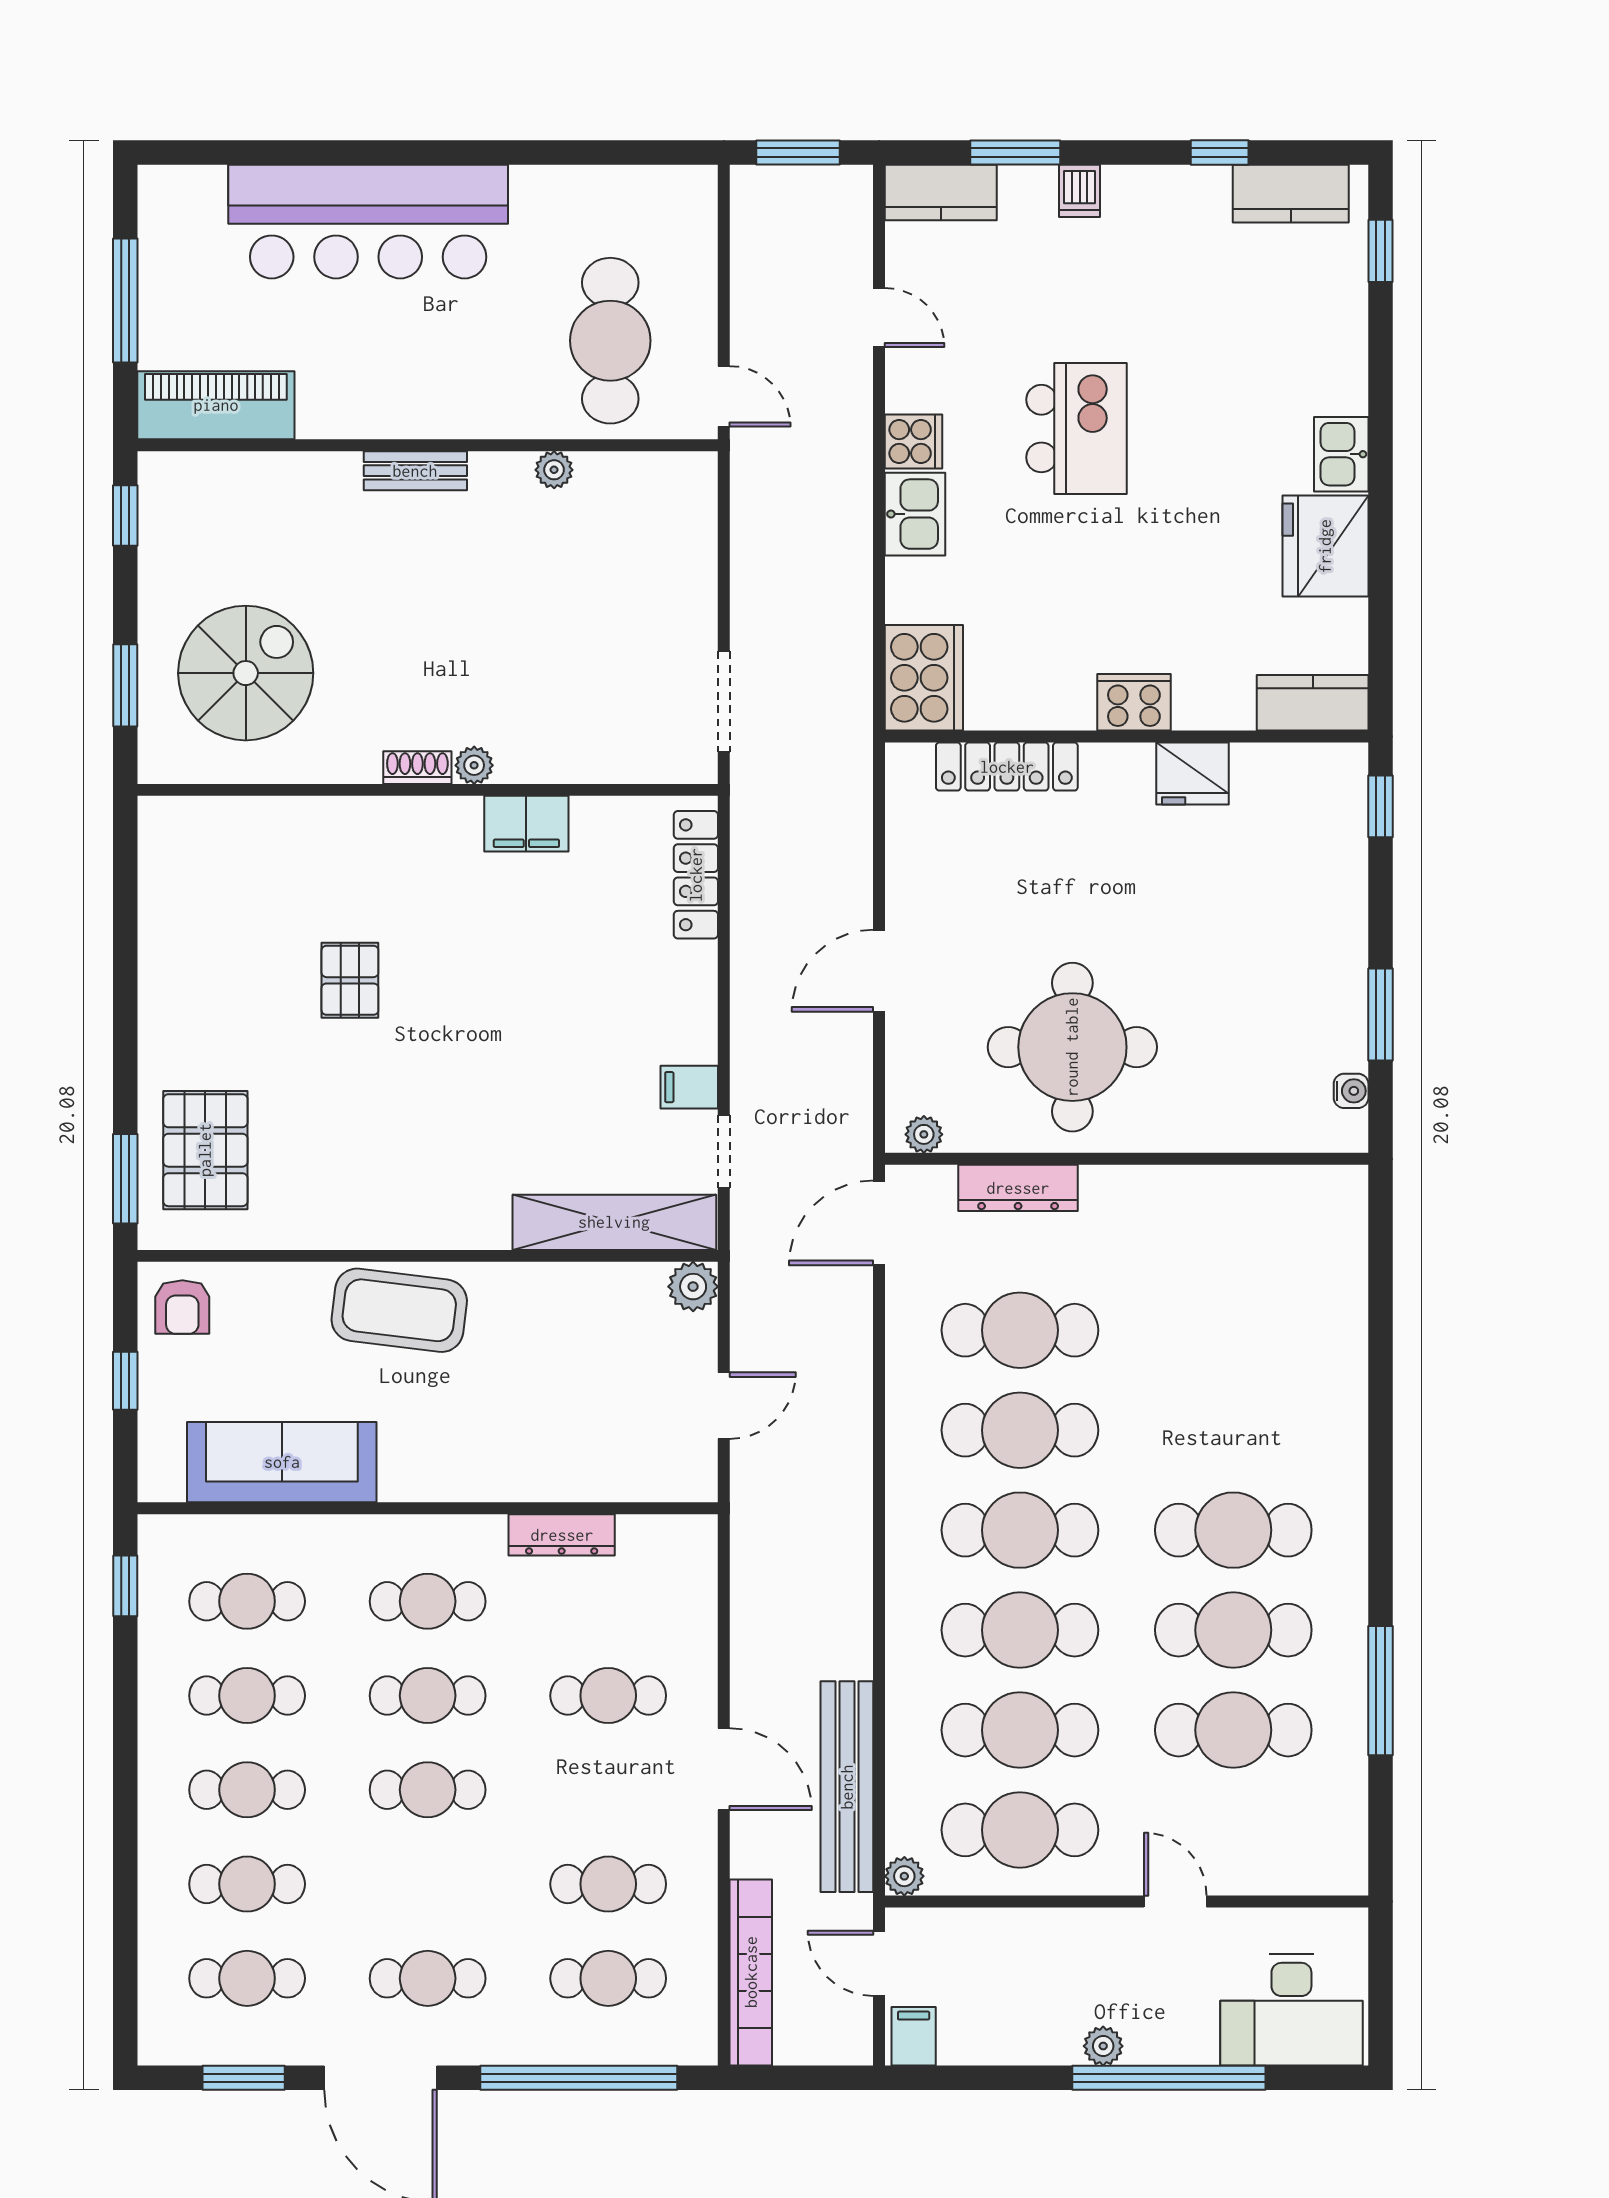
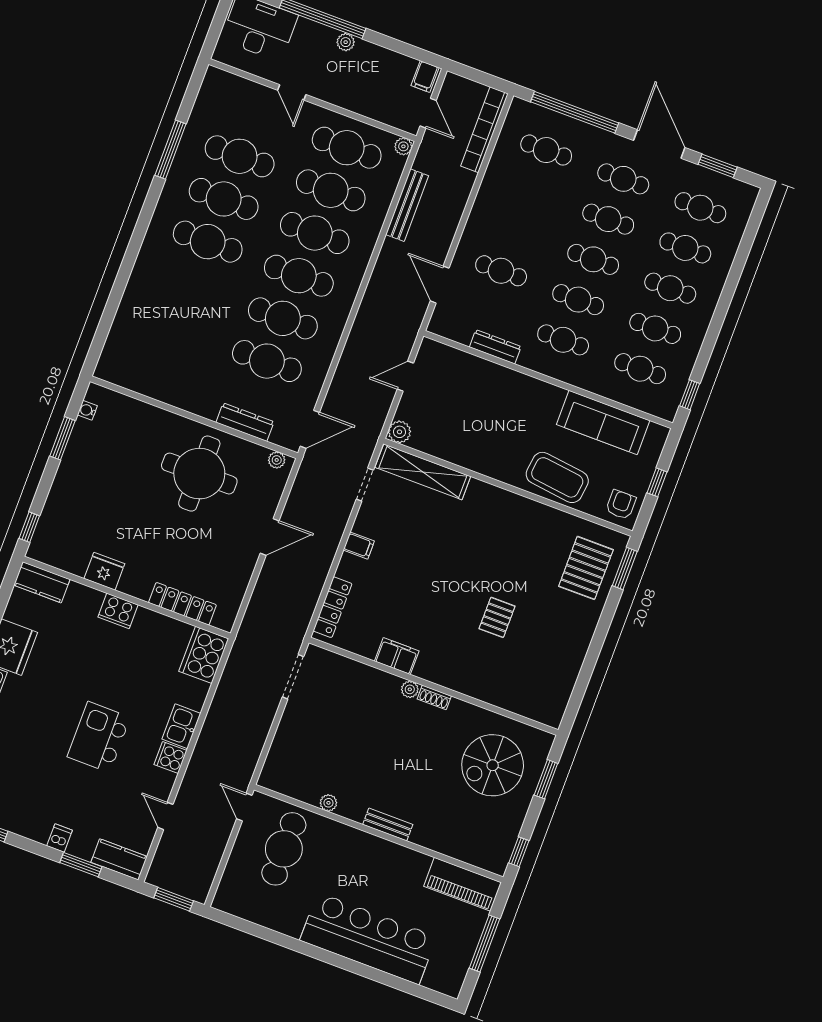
filing cabinet: (689, 1087) -> (359, 546), moved
coffee table: (399, 1310) -> (557, 477), moved
door: (724, 1769) -> (440, 285), moved
bench: (847, 1787) -> (407, 205), width x0.73, depth x0.82
cafe table: (608, 1884) -> (608, 219), moved

